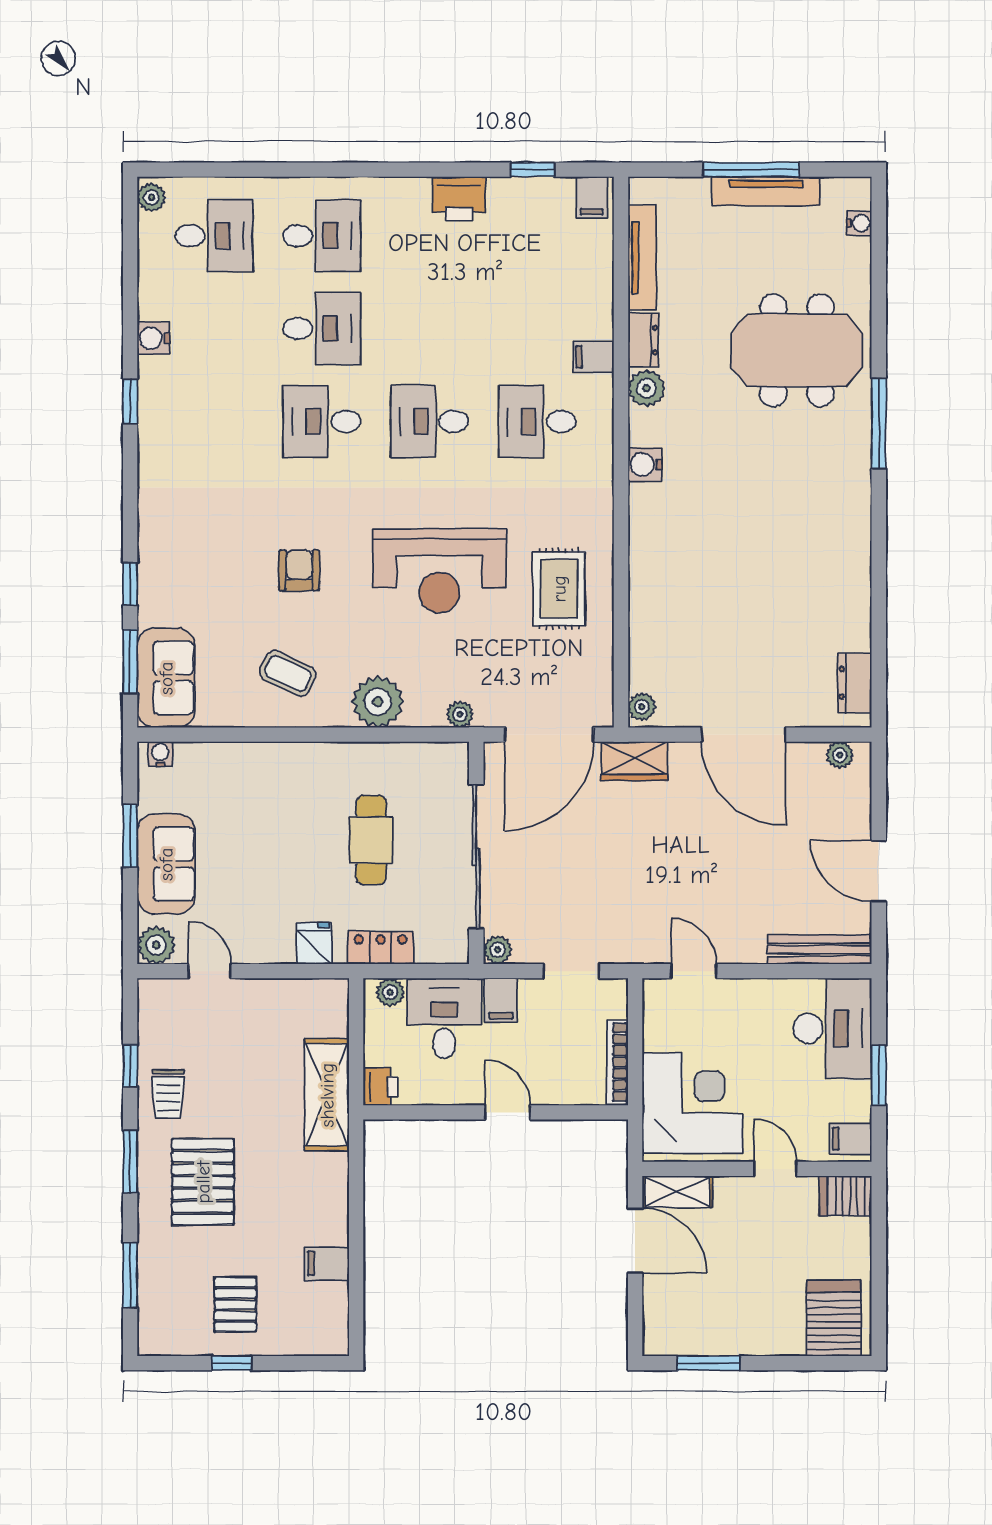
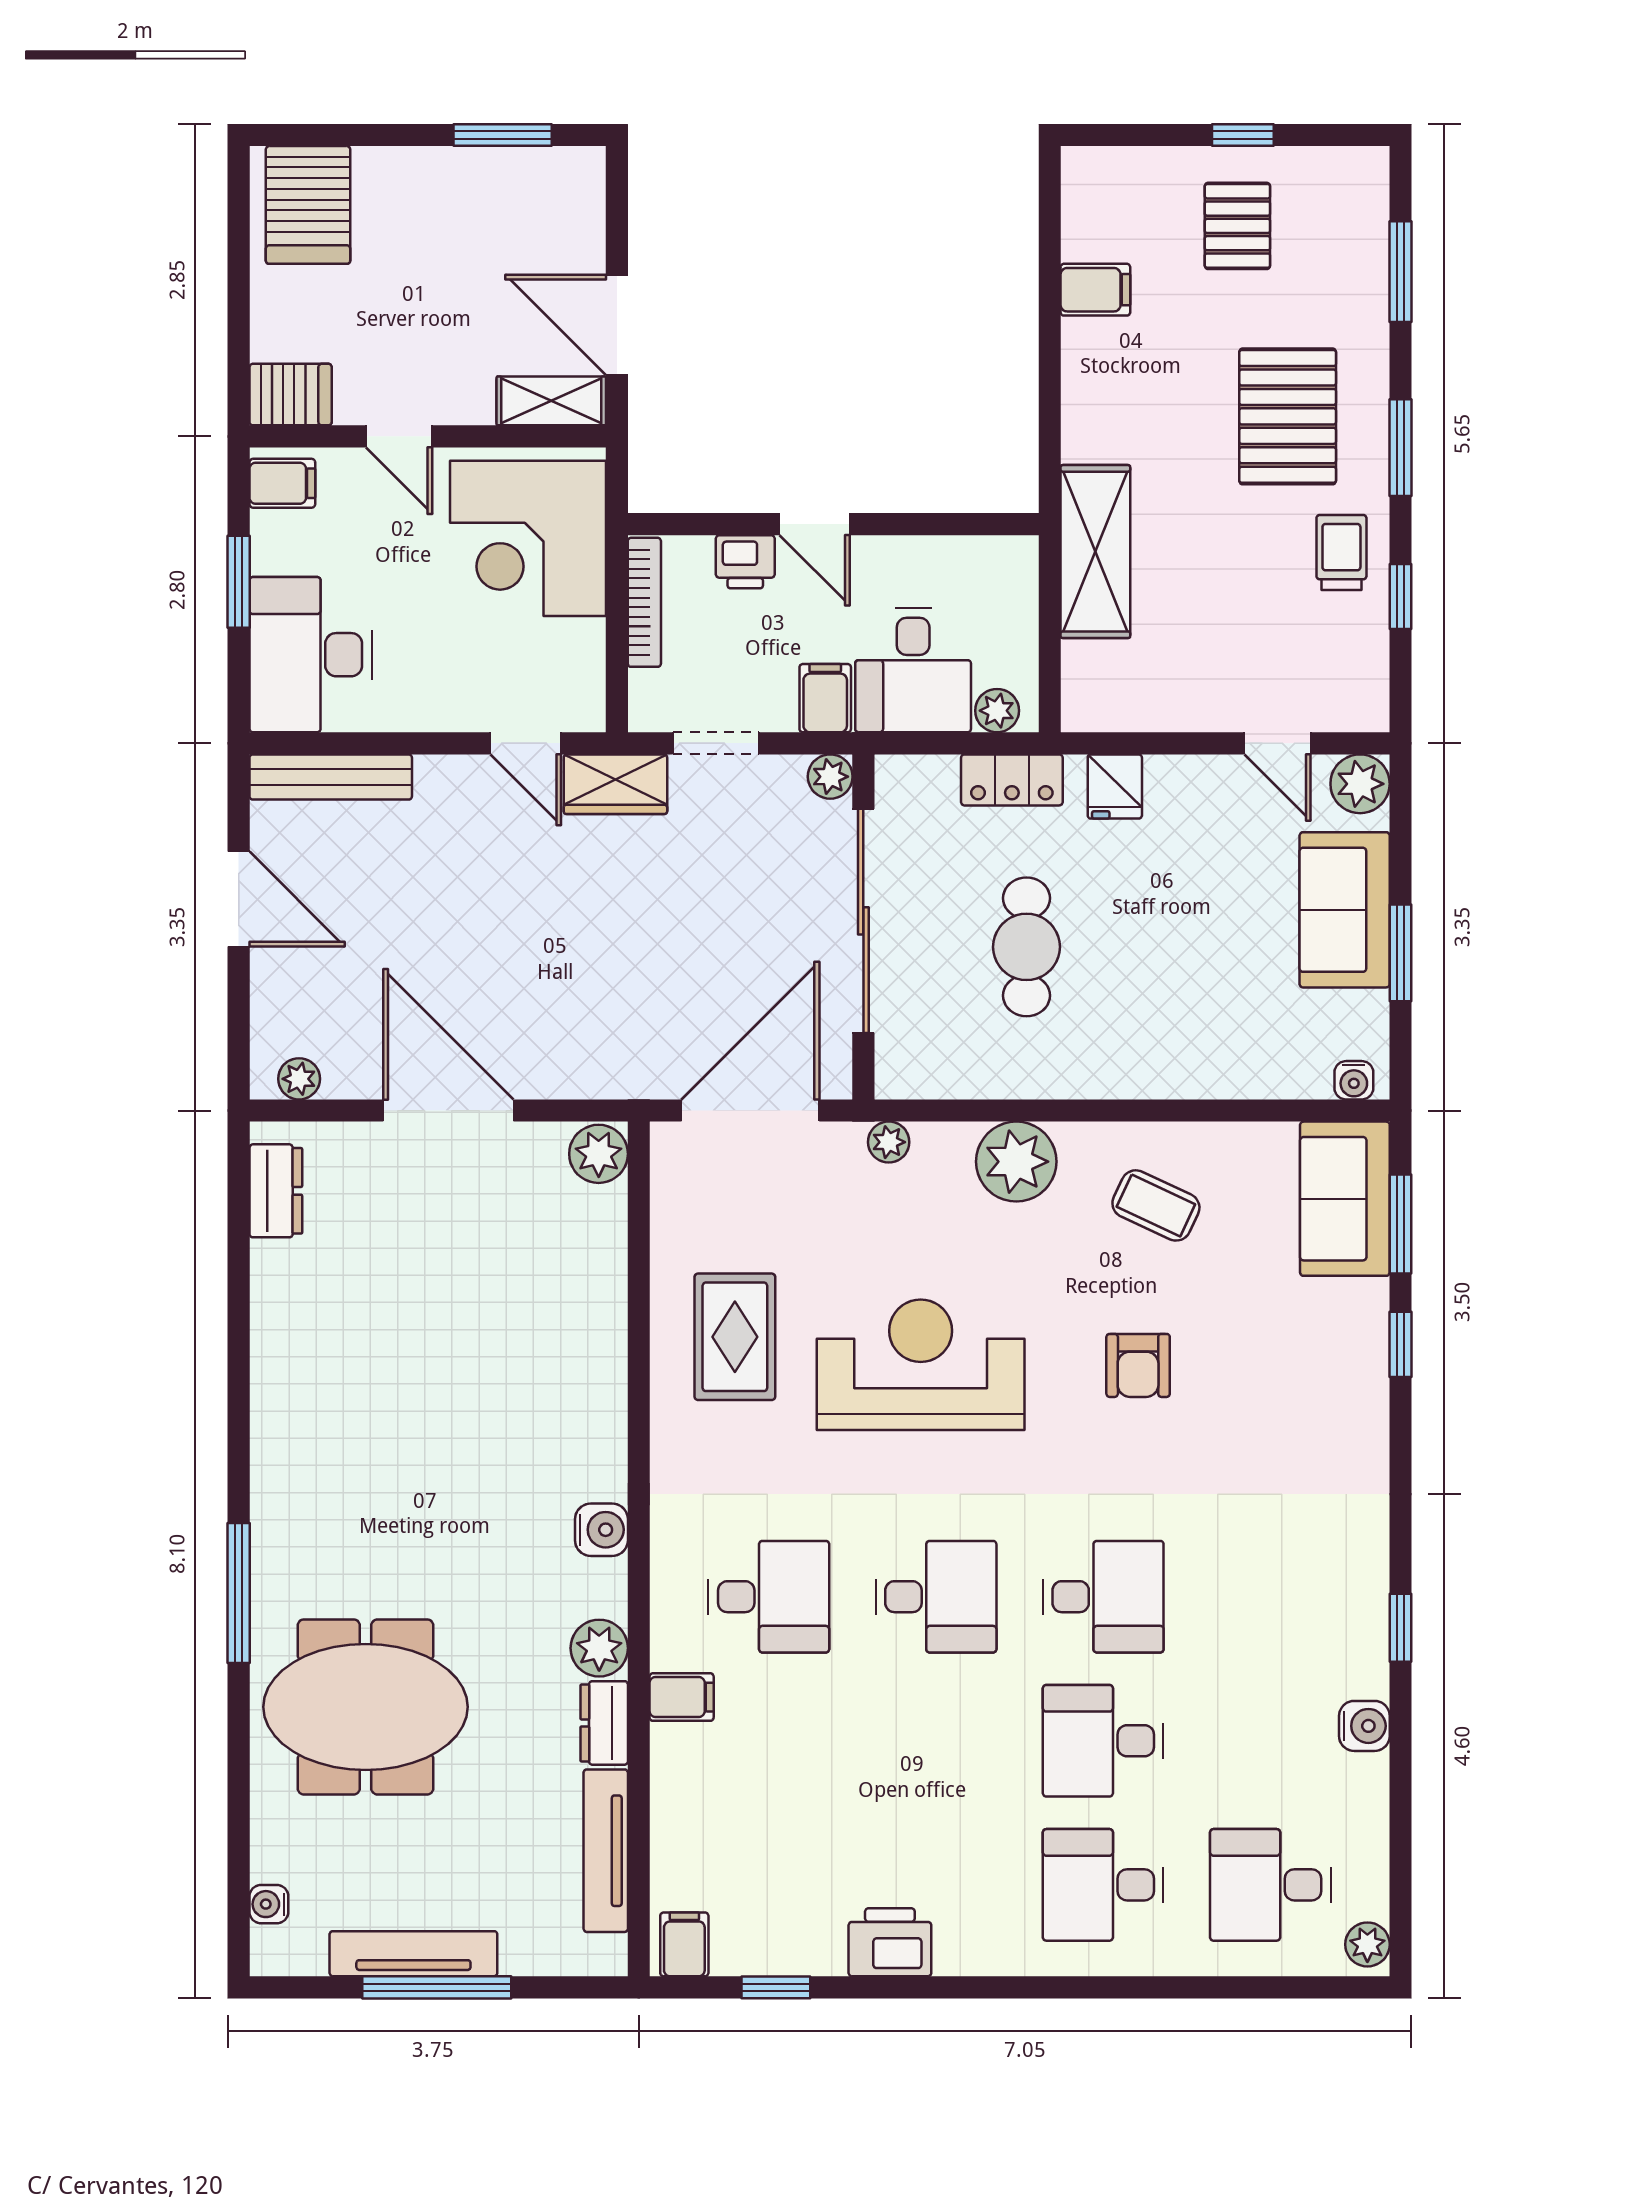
plant: (642, 707) -> (599, 1154), width x1.38, depth x1.38
wardrobe: (634, 761) -> (615, 784), moved, turned 180
printer: (380, 1086) -> (745, 562), moved, turned -90

